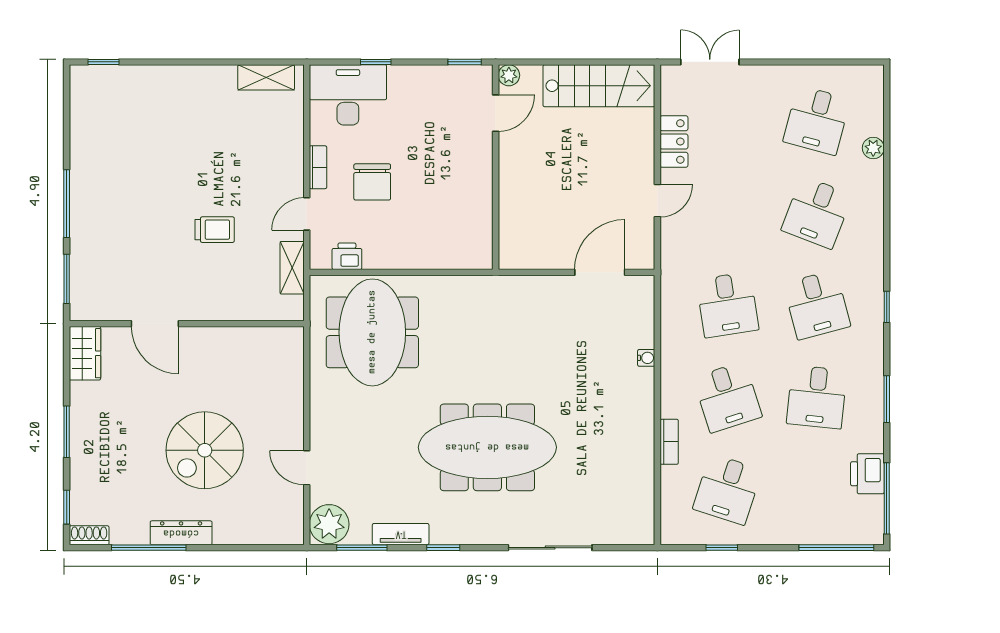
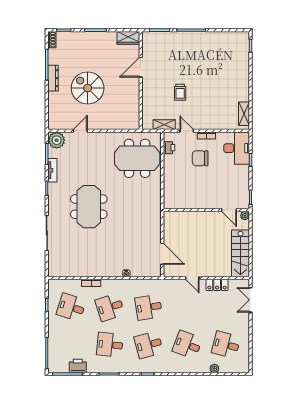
double door: (710, 62) -> (250, 300), swing flipped
meeting table: (487, 447) -> (89, 207), width x0.73

